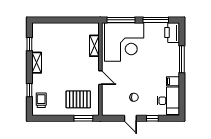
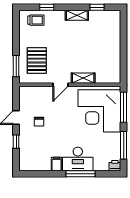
printer: (172, 33) -> (115, 166), width x0.53, depth x0.68
shelving: (94, 46) -> (83, 78), moved
desk: (168, 101) -> (78, 159), moved

